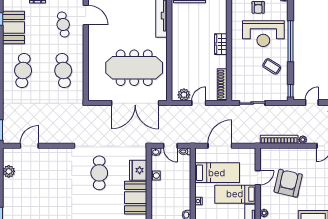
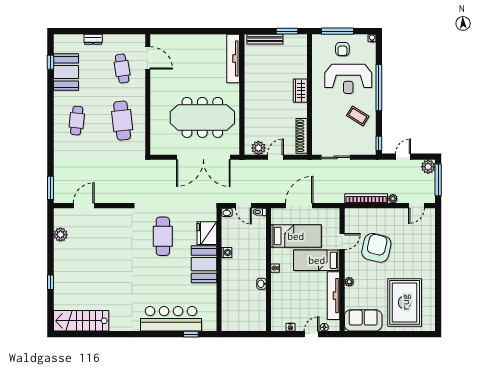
cafe table: (23, 71) -> (77, 121), width x0.73, depth x0.74
washing machine: (156, 176) -> (227, 252), moved

